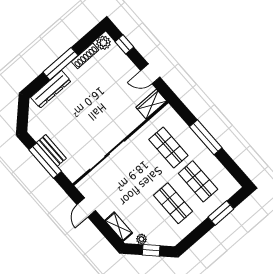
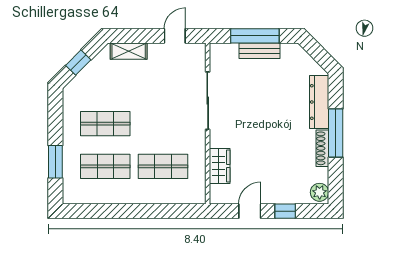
window: (124, 44) -> (285, 211), moved
shoe rack: (85, 56) -> (322, 148), moved
wardrobe: (151, 104) -> (220, 166), moved
window: (206, 137) -> (141, 211), removed
door: (86, 208) -> (175, 36), hinge flipped
plant: (142, 239) -> (97, 63), removed

